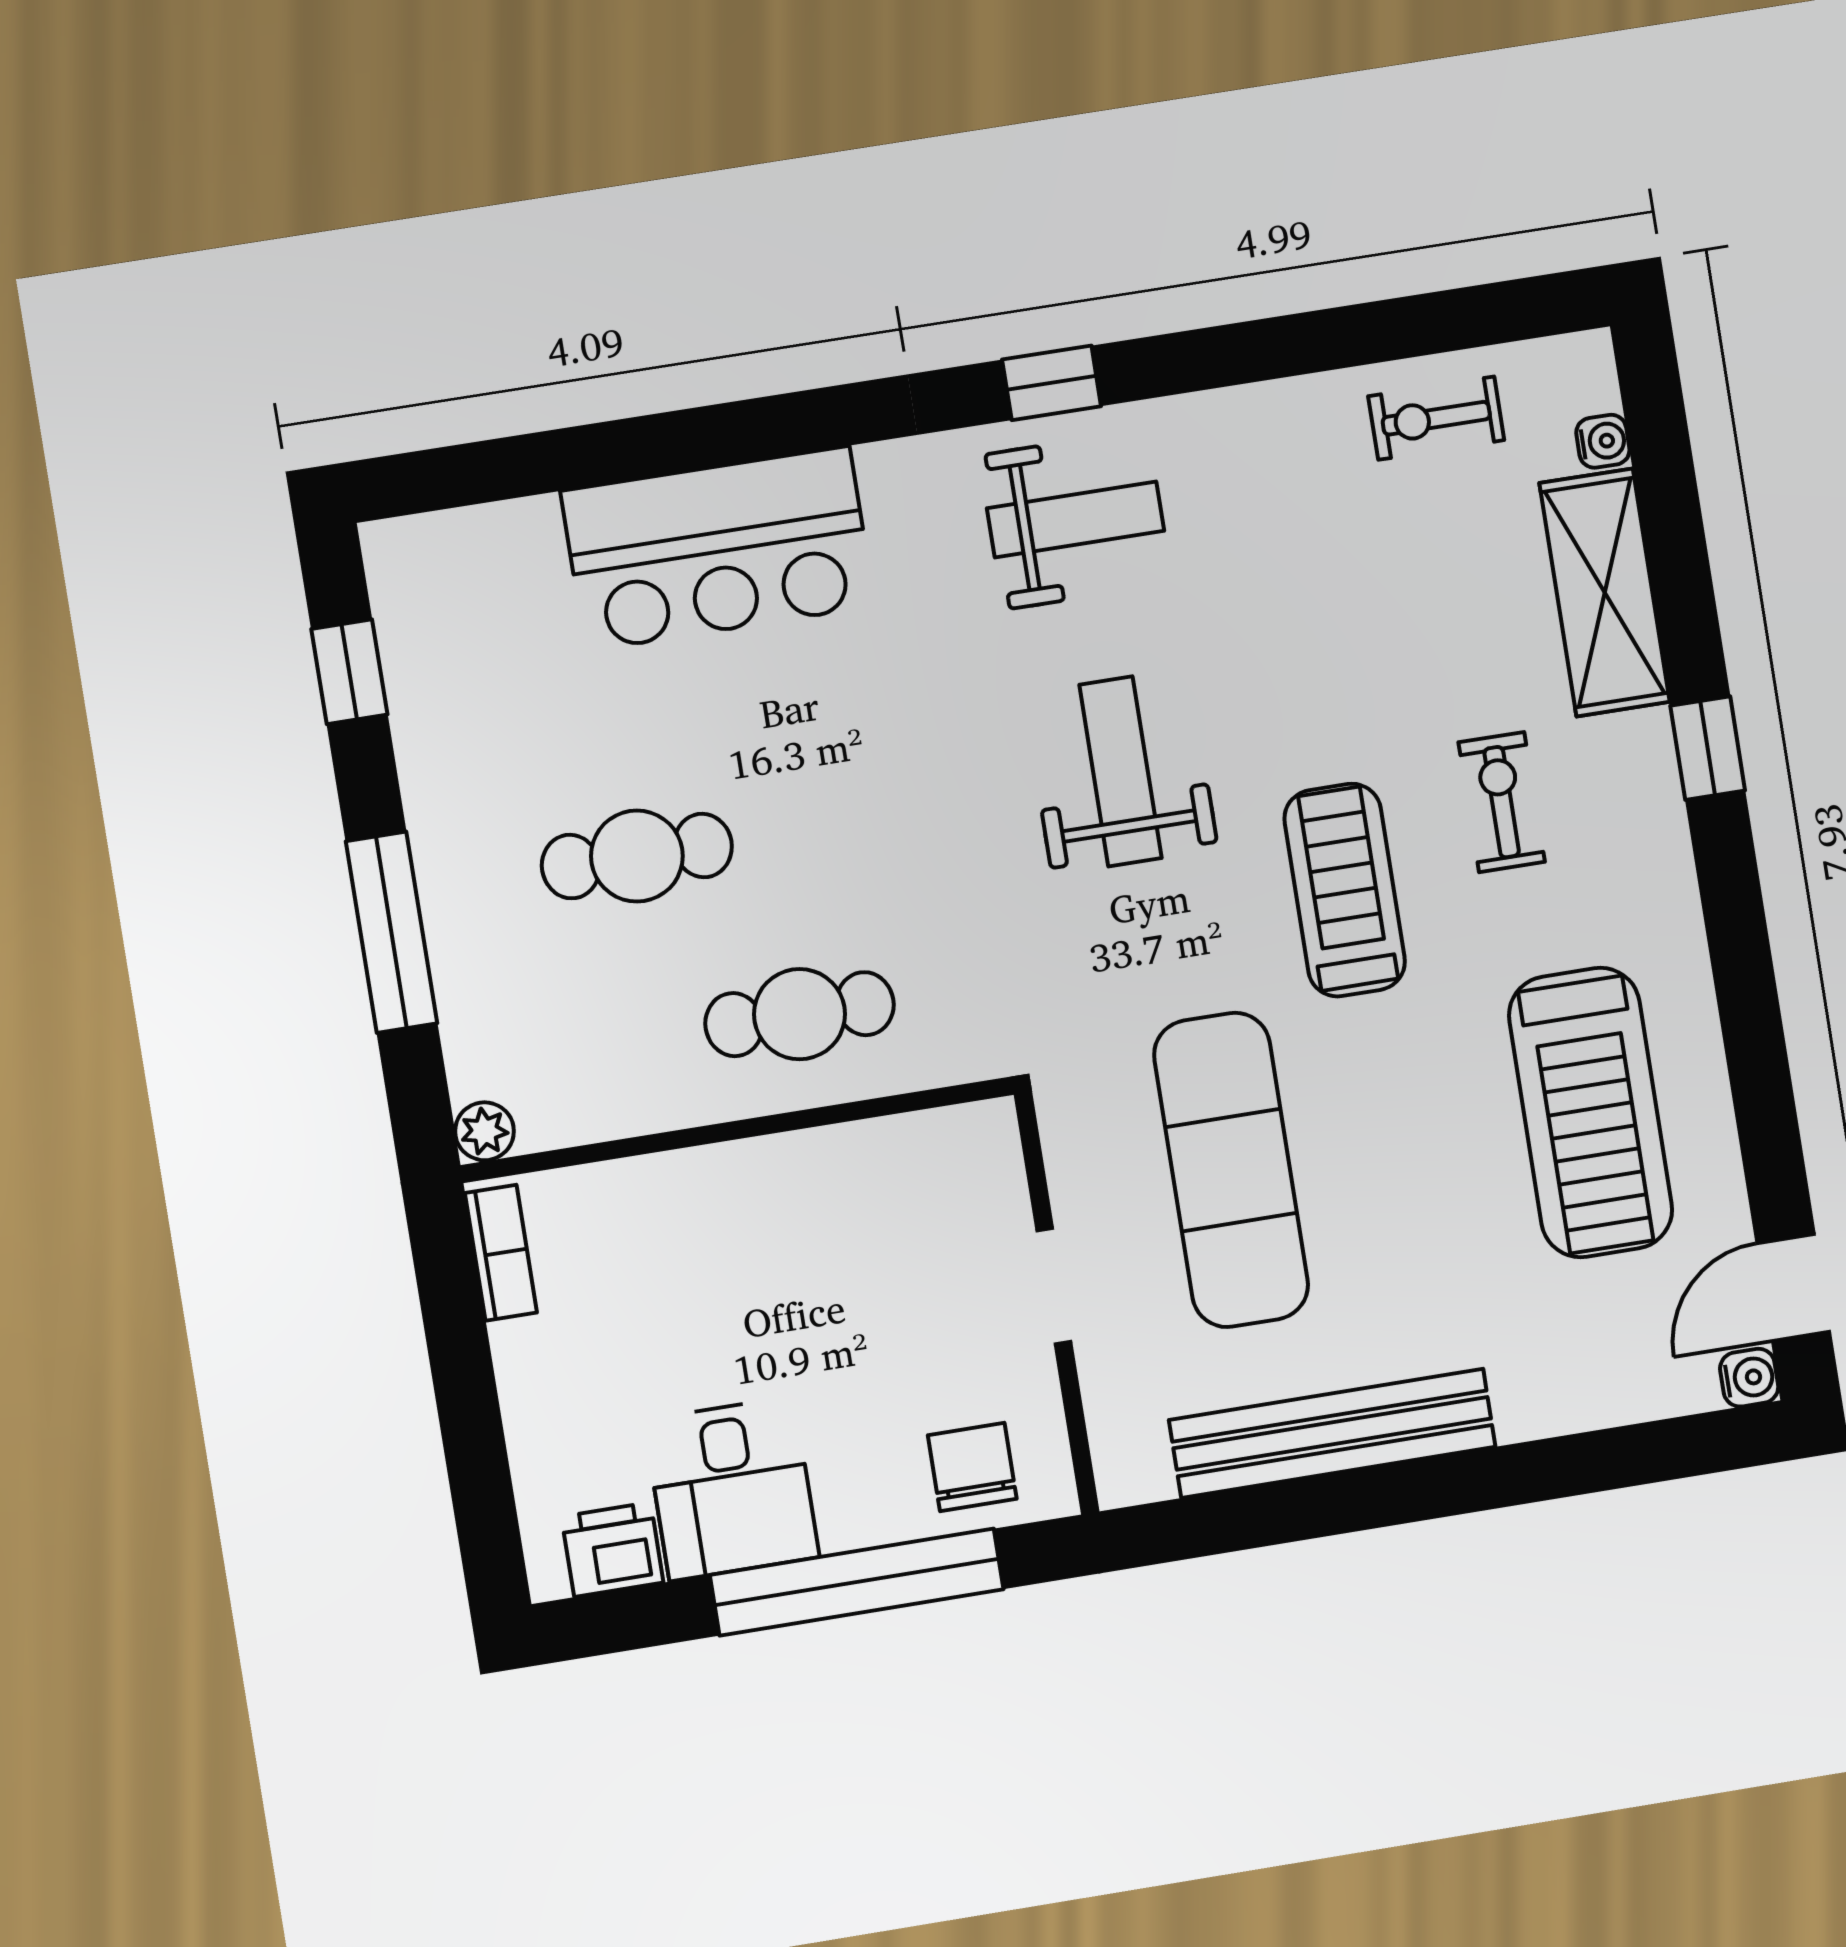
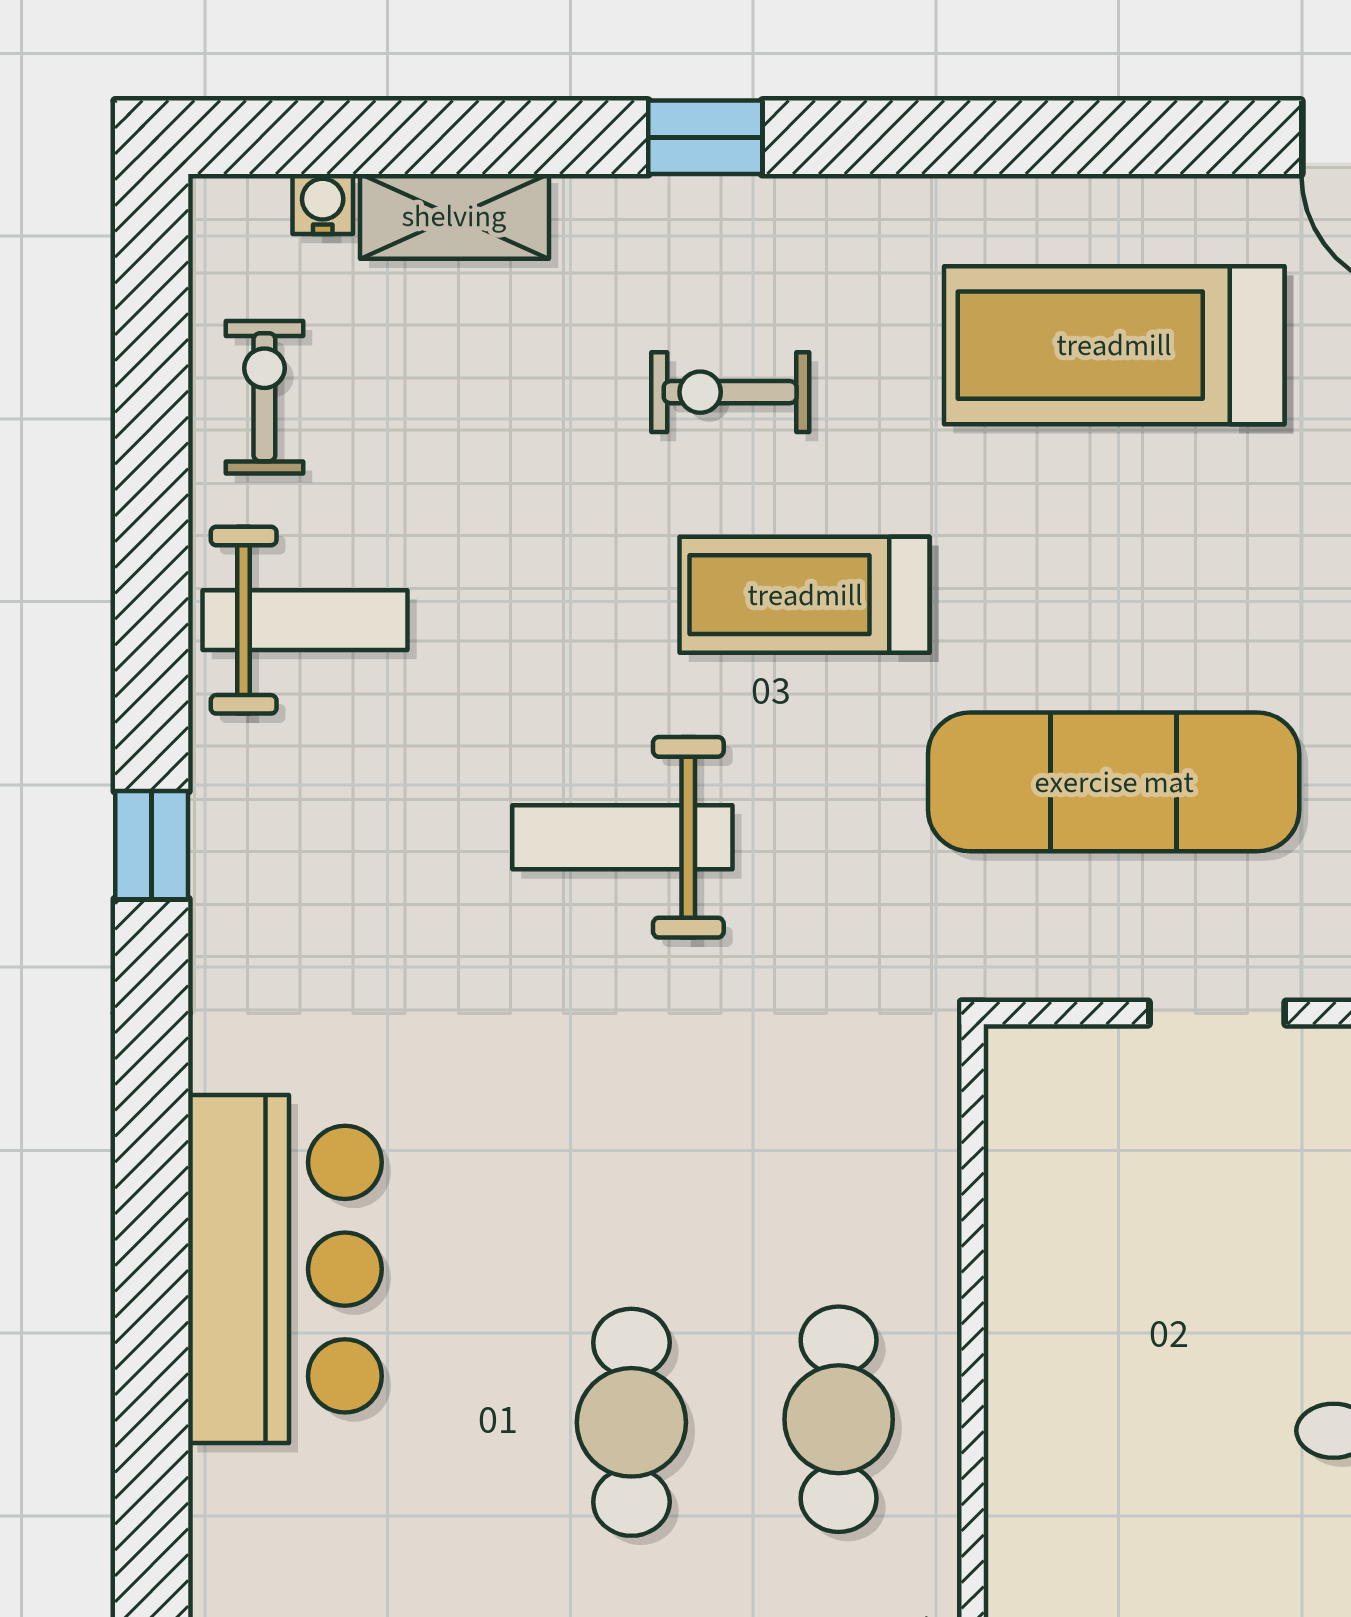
exercise bike: (1436, 418) -> (264, 397), turned 180
weight bench: (1076, 519) -> (305, 620), moved, turned 90
shelving: (1605, 592) -> (454, 216), width x0.67, depth x0.75
cafe table: (800, 1014) -> (839, 1419), moved
treadmill: (1591, 1113) -> (1114, 345), turned 180

